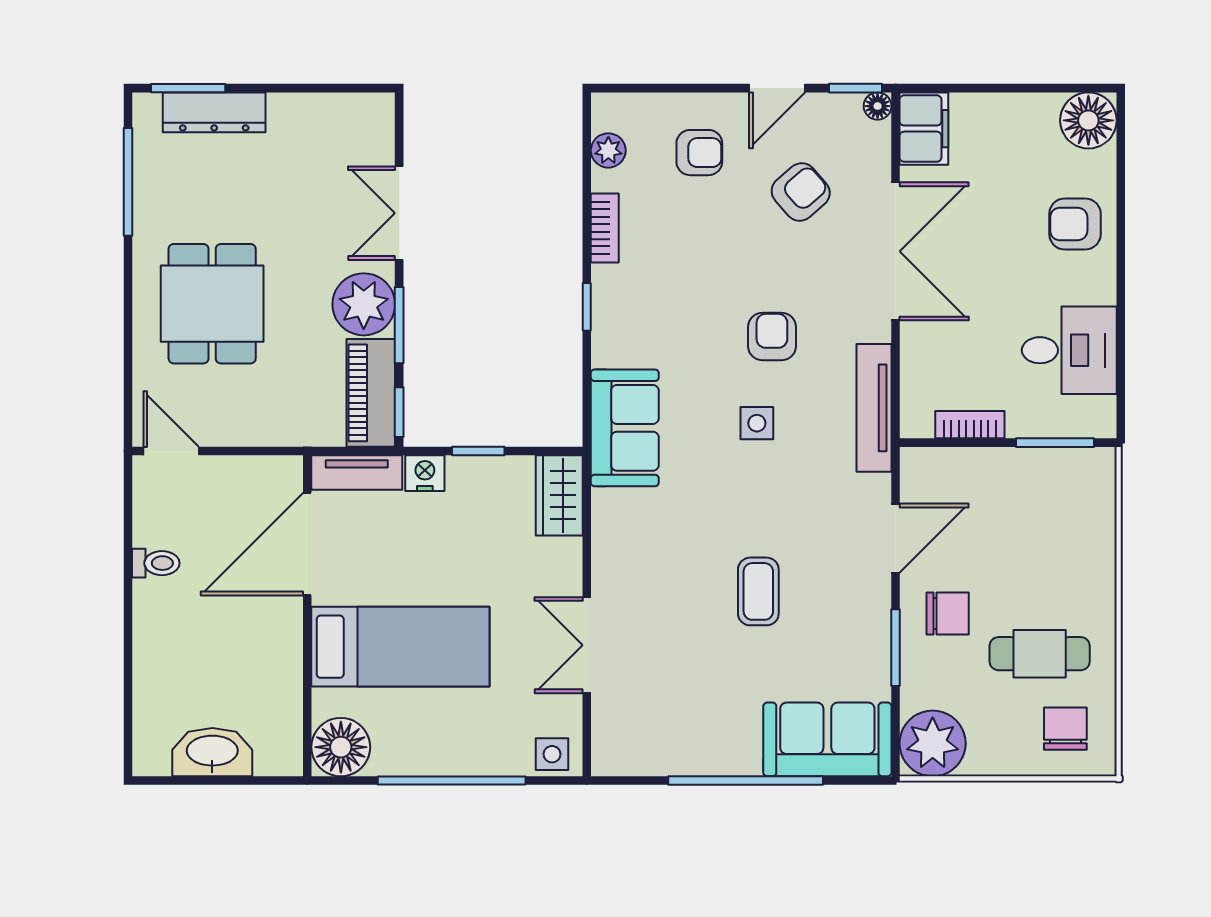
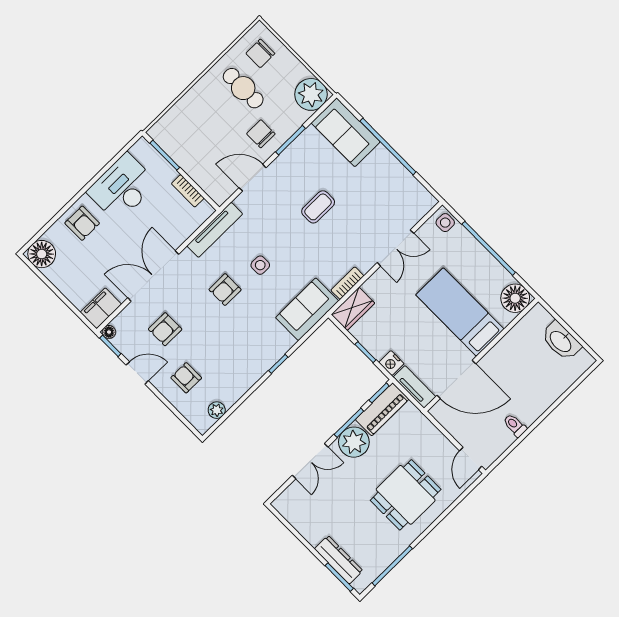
armchair: (801, 192) -> (165, 329), turned -49
bookcase: (605, 228) -> (347, 283), moved
desk: (1069, 350) -> (122, 187), width x1.37

